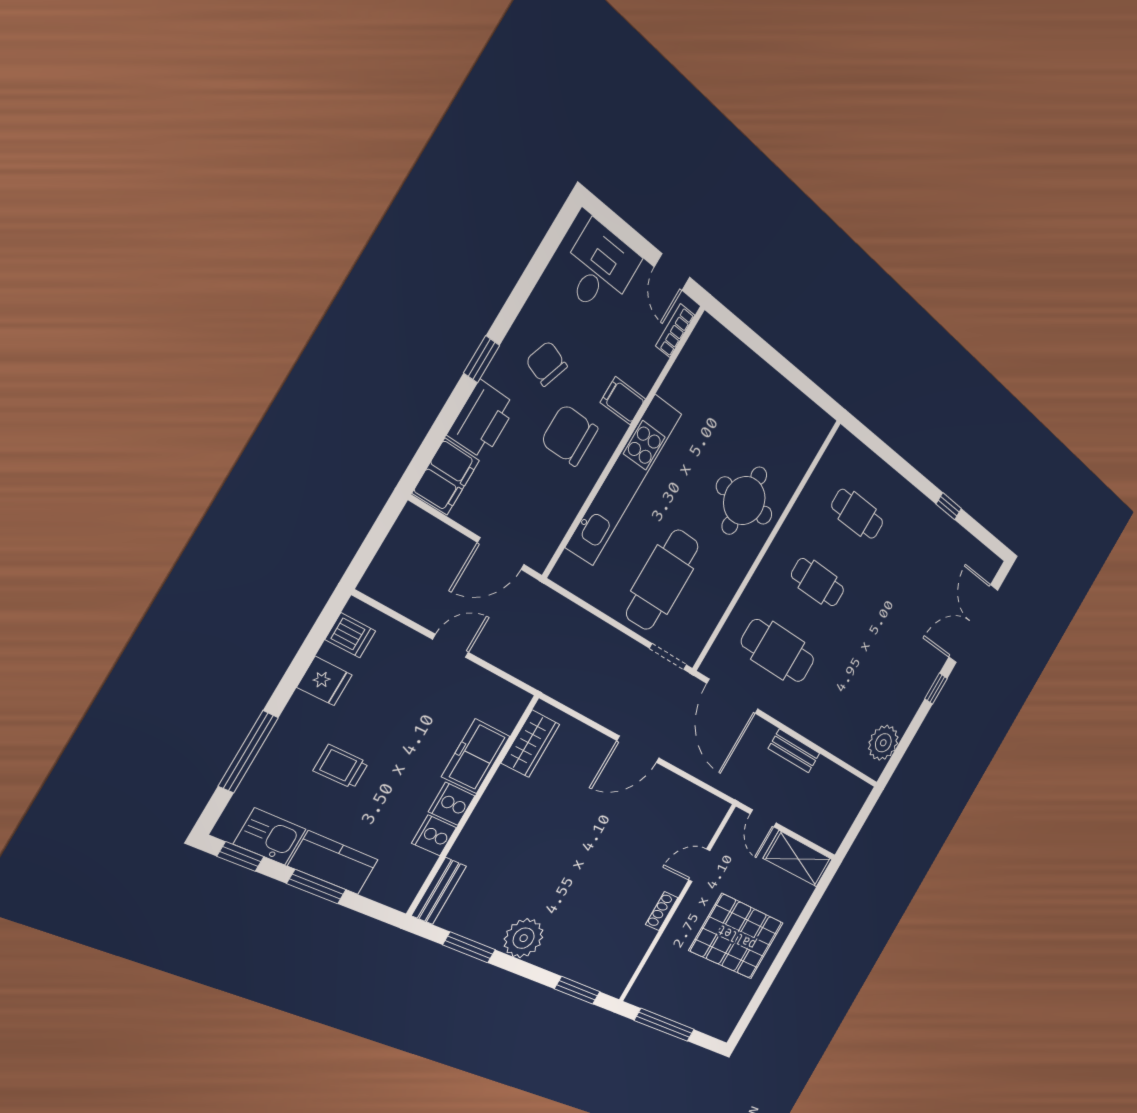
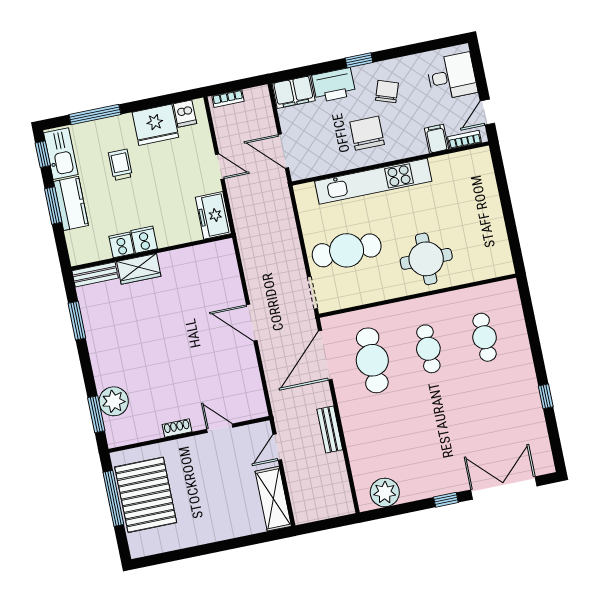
filing cabinet: (623, 401) -> (437, 139), moved
bookcase: (380, 565) -> (228, 99), added
fridge: (325, 681) -> (155, 125), width x1.88, depth x1.34
wardrobe: (530, 744) -> (139, 269), moved
freezer: (476, 756) -> (213, 215), moved, turned -90
kitchen sink: (270, 837) -> (61, 154), width x1.38
pallet: (737, 937) -> (146, 495), moved
plant: (524, 938) -> (114, 401), moved

